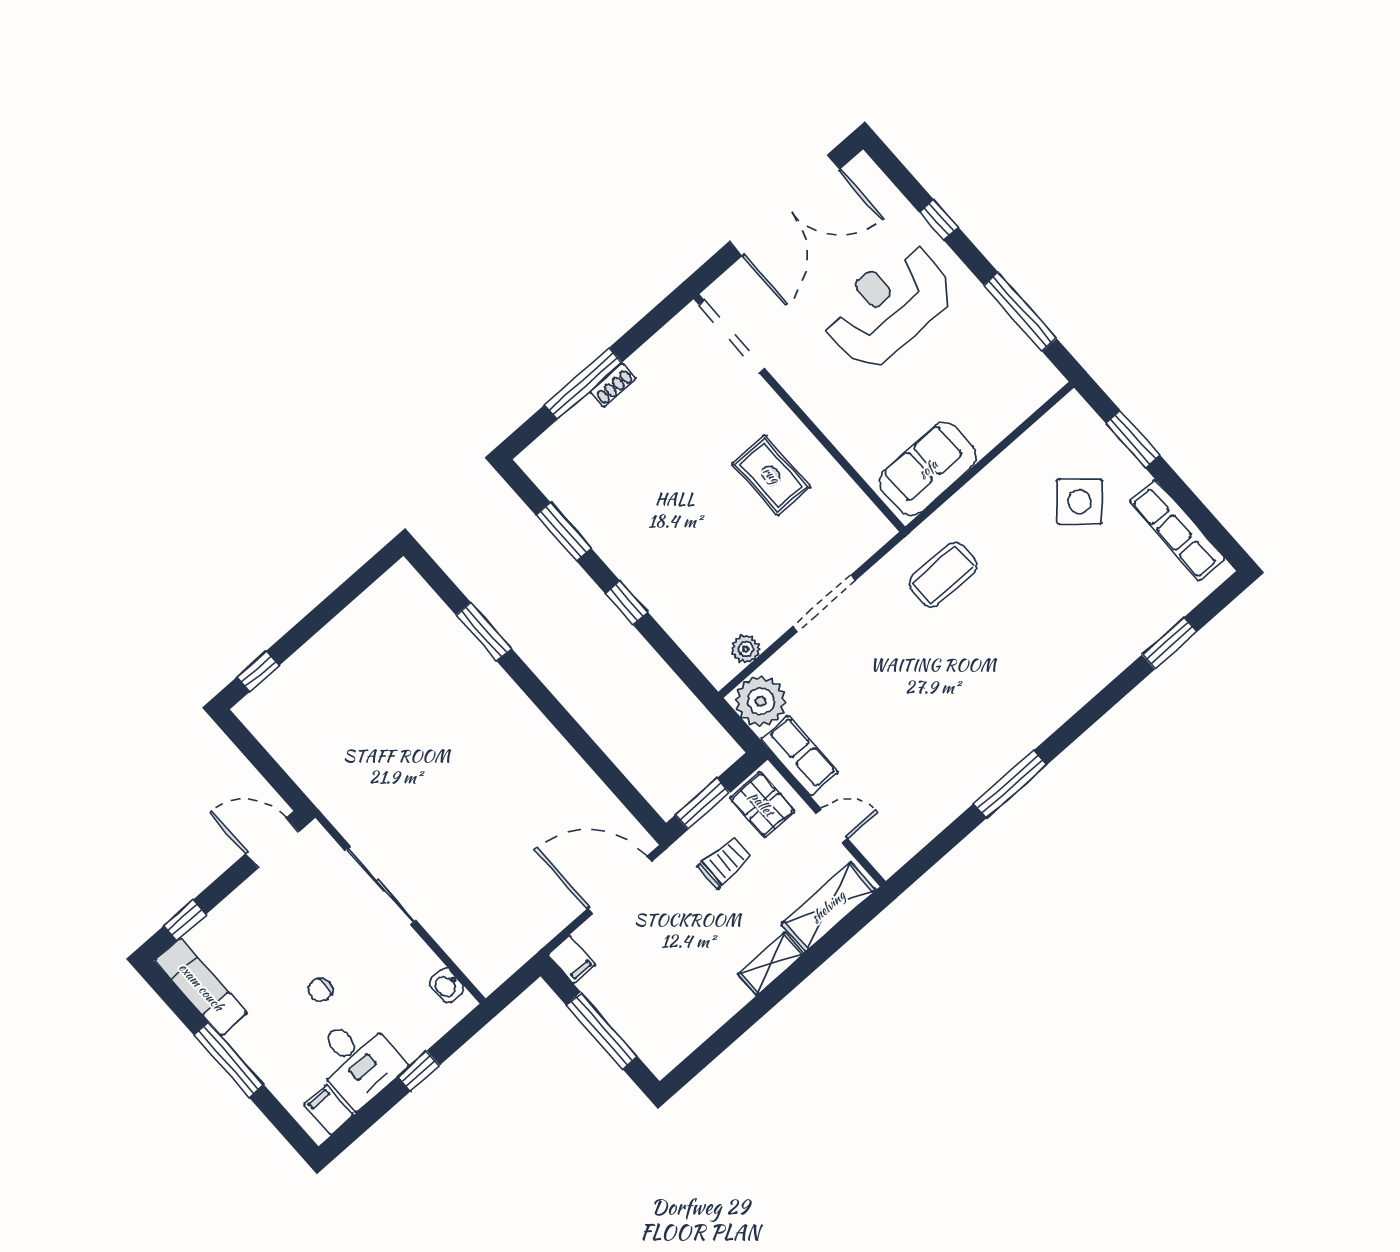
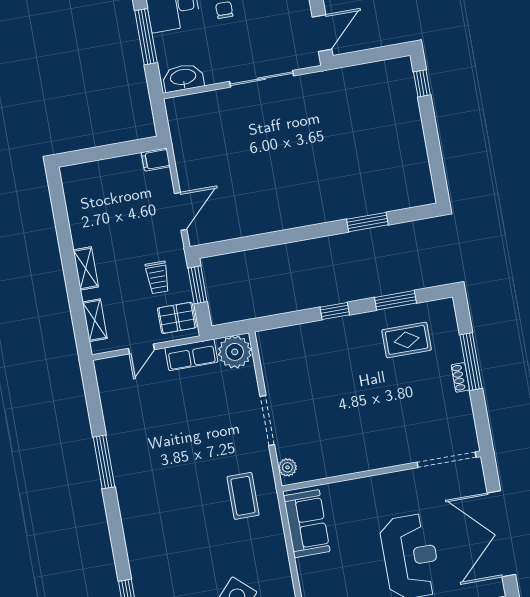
rug: (771, 475) -> (407, 340), moved
plant: (746, 649) -> (287, 467), moved
door: (620, 885) -> (181, 211), width x0.73
shelving: (828, 907) -> (95, 320), width x0.67, depth x0.75
washbasin: (447, 986) -> (183, 78), width x1.91, depth x1.45
window: (602, 1031) -> (106, 152), removed
window: (418, 1071) -> (146, 37), width x2.17

